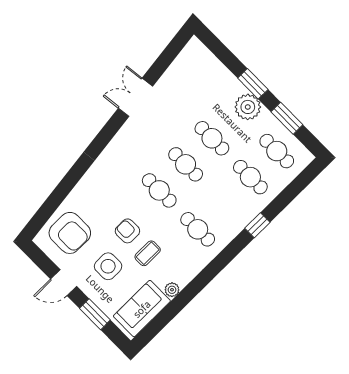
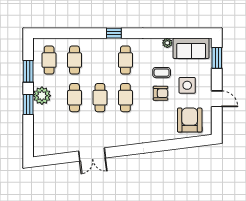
window: (257, 225) -> (114, 33), moved
armchair: (127, 231) -> (161, 93), turned -90
window: (95, 314) -> (217, 58), moved

